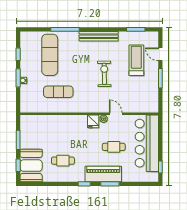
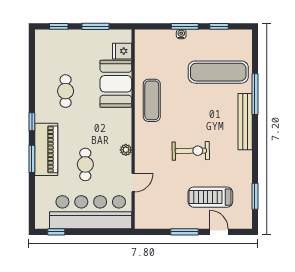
bench: (99, 36) -> (245, 122), moved
door: (160, 54) -> (219, 232), hinge flipped
treadmill: (136, 60) -> (210, 197), turned 180
exercise mat: (58, 92) -> (152, 100), moved
door: (116, 114) -> (133, 183), moved
fridge: (93, 121) -> (122, 51), moved
booth: (31, 166) -> (116, 84), moved, turned 90

